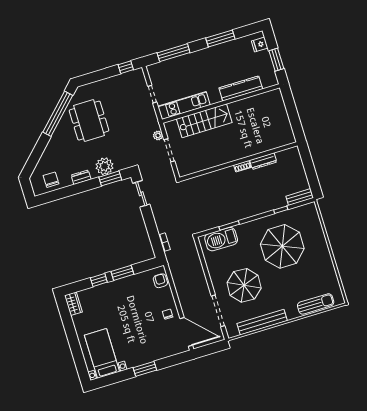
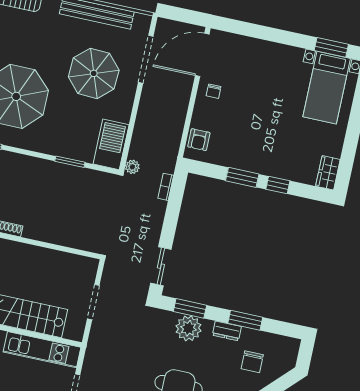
plant: (158, 135) -> (132, 167), moved
chair: (51, 180) -> (252, 362), moved
window: (74, 190) -> (245, 320), added
barbecue: (221, 239) -> (111, 144), moved, turned -90
door: (186, 332) -> (202, 55), hinge flipped
window: (145, 369) -> (331, 47), moved

